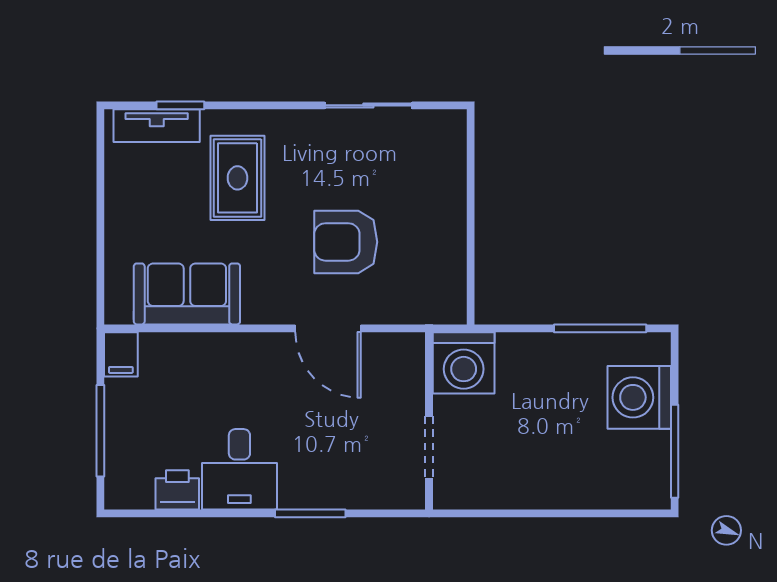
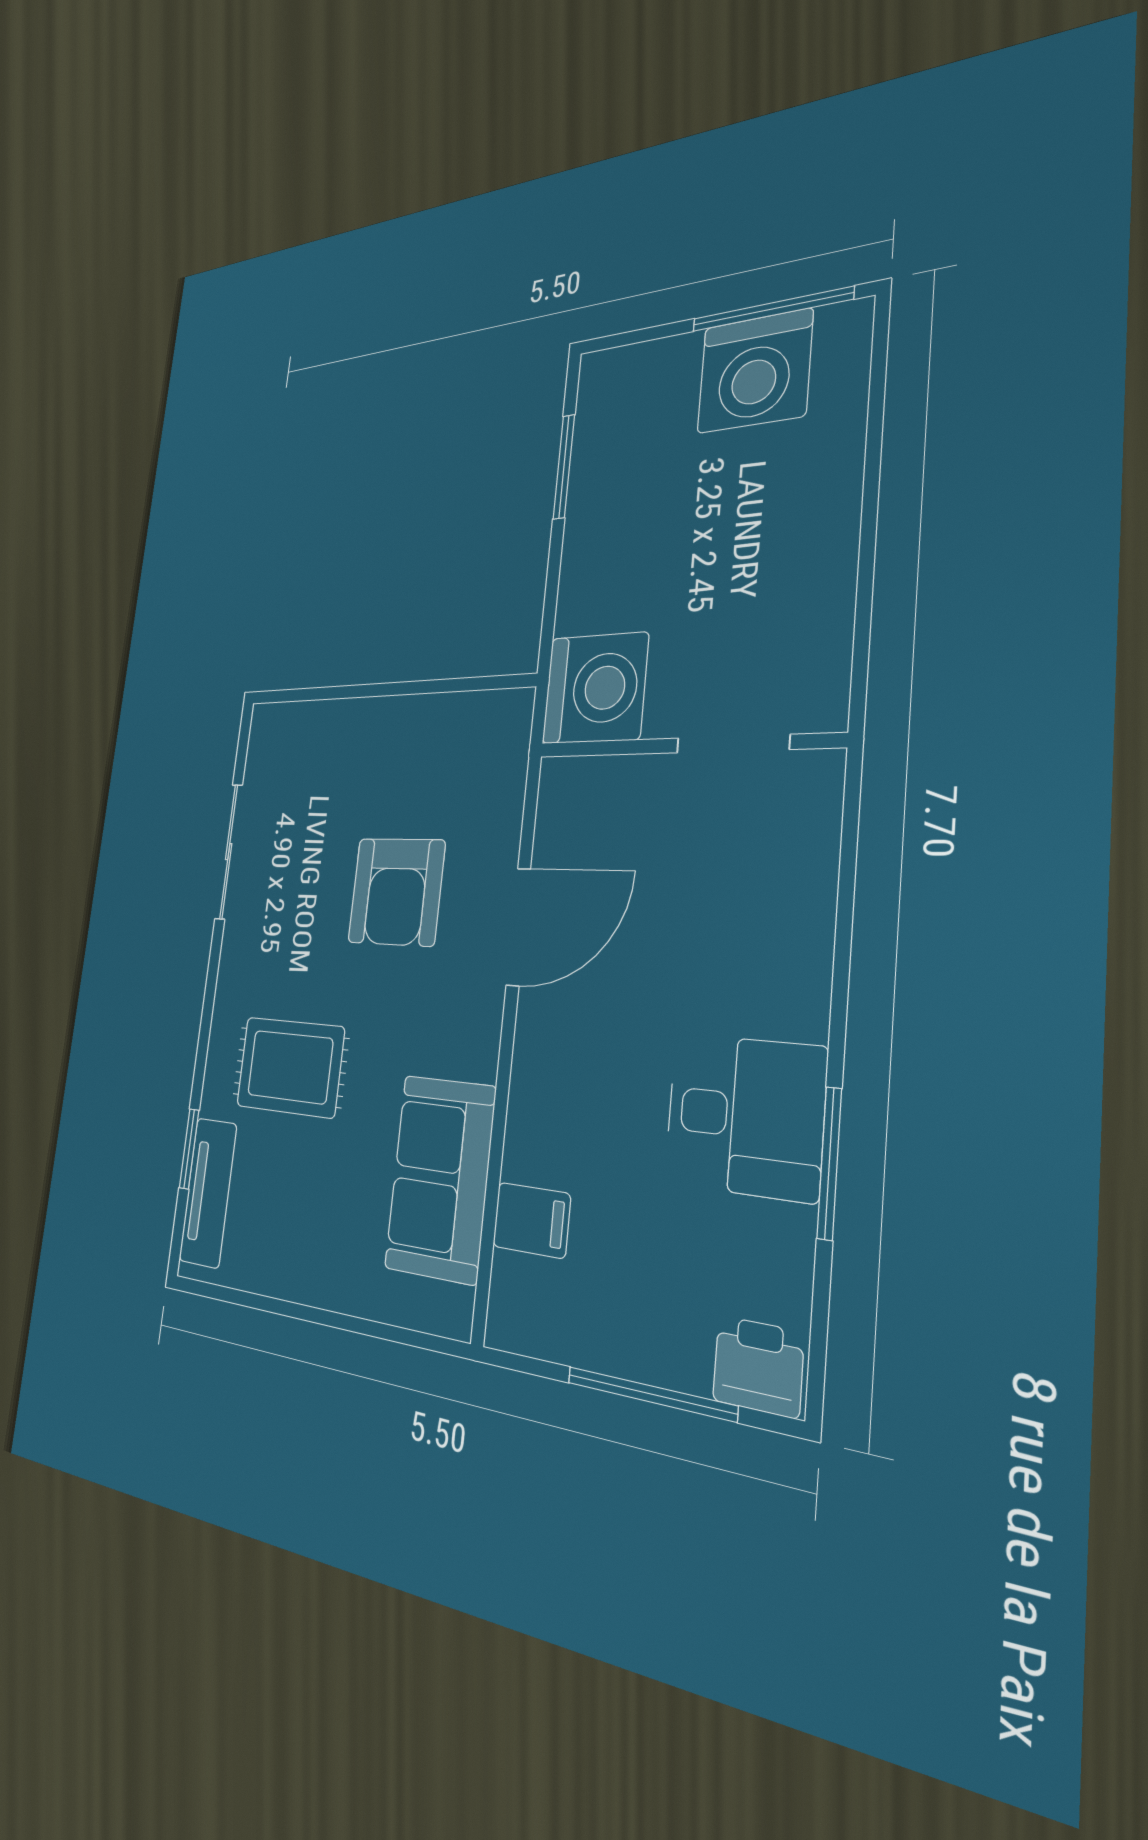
window: (600, 328) -> (564, 467), width x0.69
filing cabinet: (121, 354) -> (532, 1220), moved
washing machine: (639, 397) -> (755, 371), moved
printer: (177, 490) -> (758, 1366), moved, turned 90
window: (310, 513) -> (829, 1163), moved

